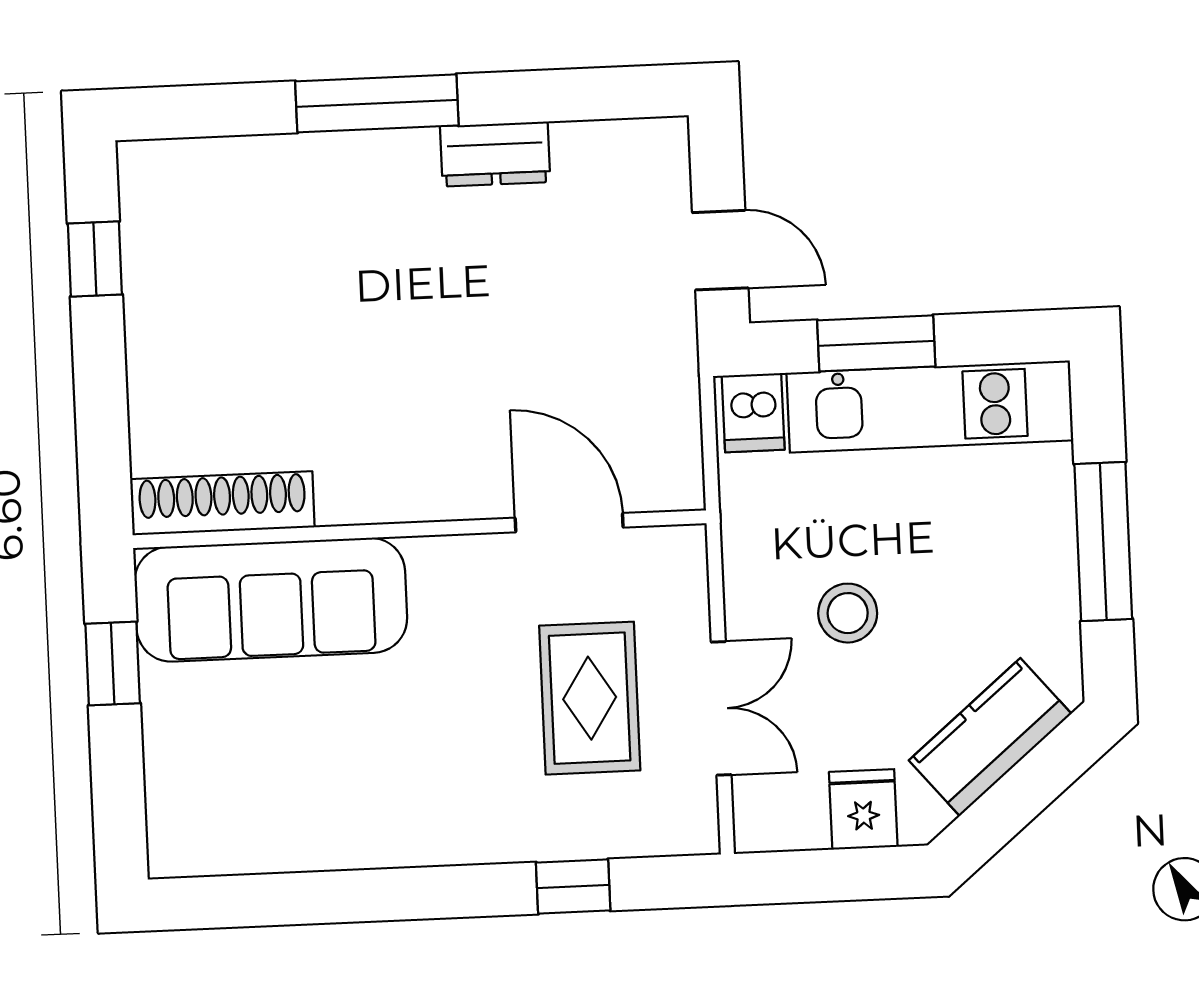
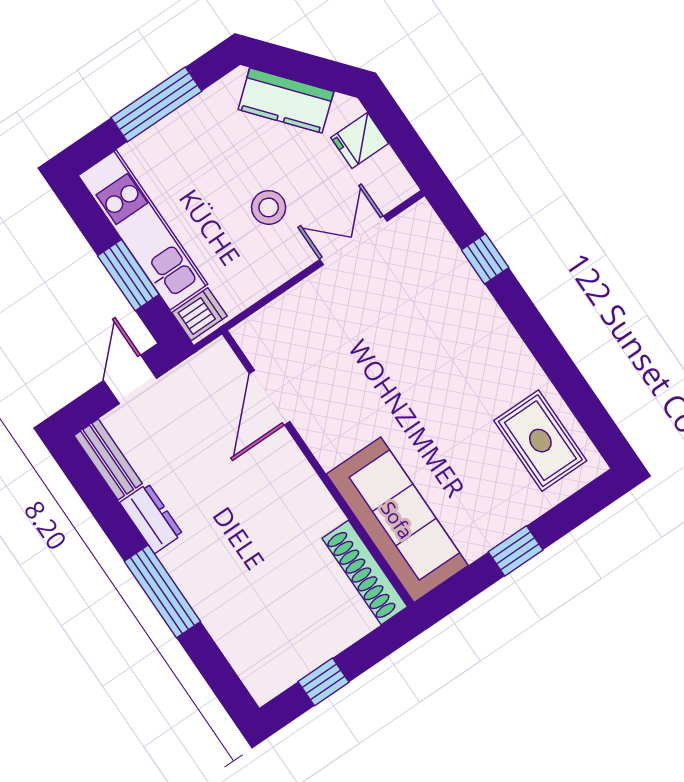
bench: (622, 144) -> (108, 459), added
shoe rack: (222, 503) -> (365, 573), moved
door: (569, 523) -> (269, 398), moved
wall: (420, 529) -> (318, 469), moved
sofa: (271, 600) -> (397, 520), moved
rug: (590, 698) -> (540, 441), moved, turned 90

